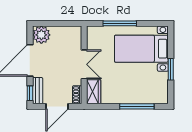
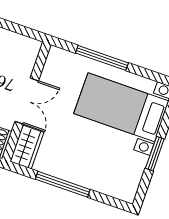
window: (137, 106) -> (63, 184), moved

